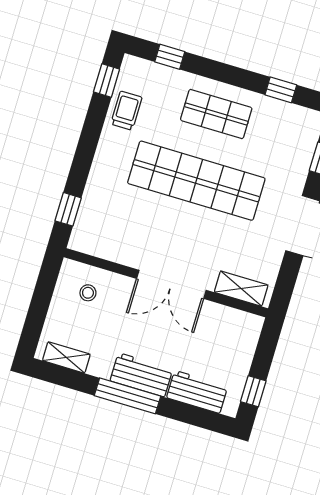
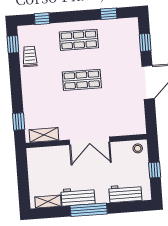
shop shelf: (196, 181) -> (82, 80), width x0.50, depth x0.74
shelving: (241, 289) -> (44, 135), moved
stool: (88, 293) -> (138, 148), moved
workbench: (141, 375) -> (78, 197), moved
window: (253, 391) -> (155, 170), moved

